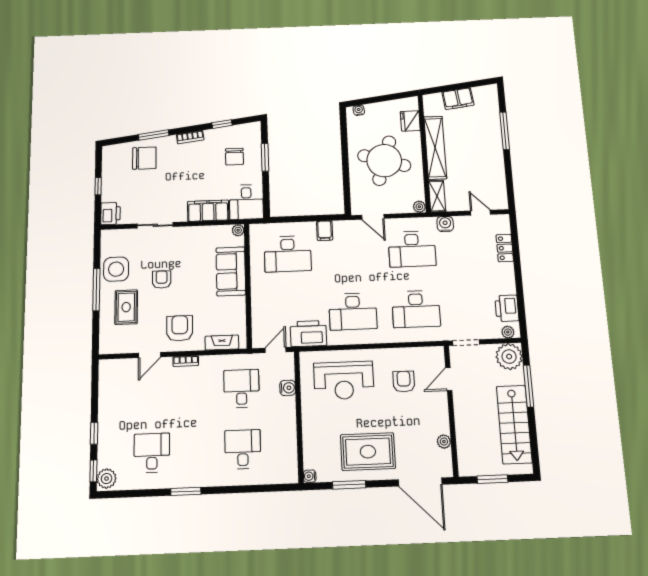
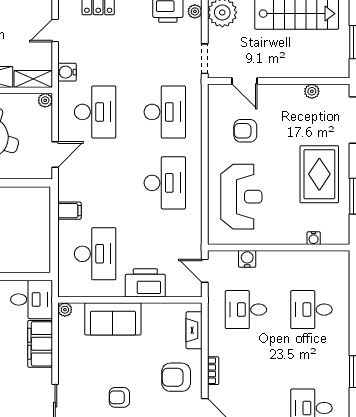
printer: (308, 334) -> (145, 283), moved, turned 90
water cooler: (310, 476) -> (314, 238), moved

